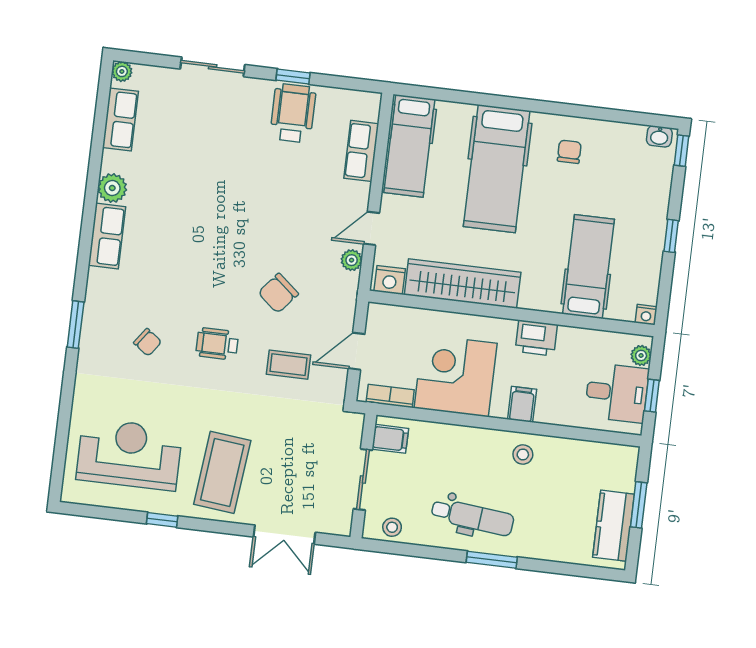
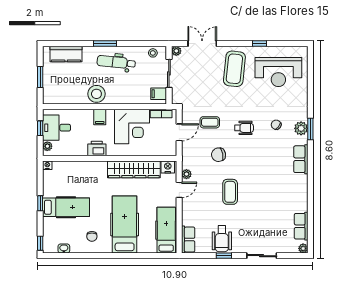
washbasin: (659, 136) -> (64, 248), moved
row of seats: (361, 151) -> (188, 240), moved
plant: (112, 188) -> (301, 128), moved
coffee table: (263, 211) -> (230, 192), added
row of seats: (107, 236) -> (301, 159), moved
hospital bed: (588, 267) -> (66, 207), moved, turned -90
chair: (278, 293) -> (219, 155), turned -141
stool: (523, 454) -> (96, 94), width x1.89, depth x1.89
plant: (341, 526) -> (176, 51), added
kitchen counter: (614, 526) -> (66, 54), moved, turned 90

